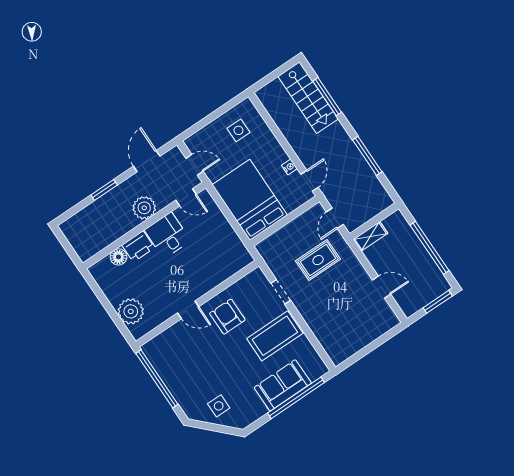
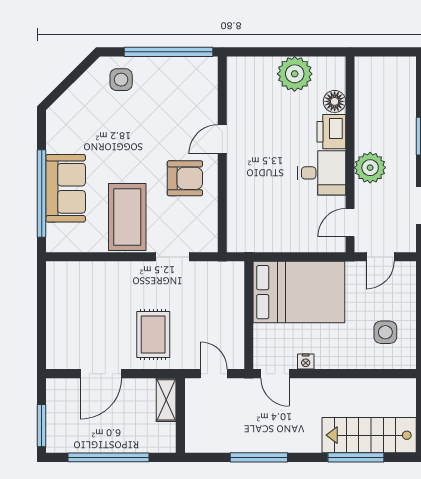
rug: (318, 260) -> (153, 334), moved
door: (381, 287) -> (101, 374), width x1.38
plant: (131, 311) -> (295, 74), moved
side table: (219, 406) -> (121, 80), moved

